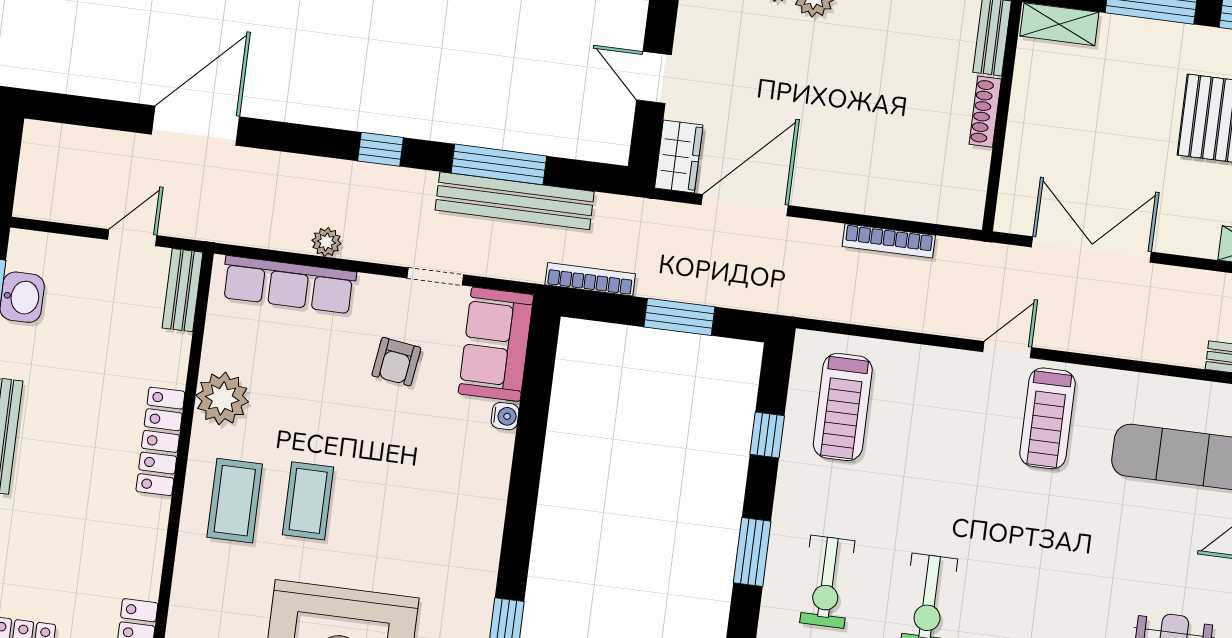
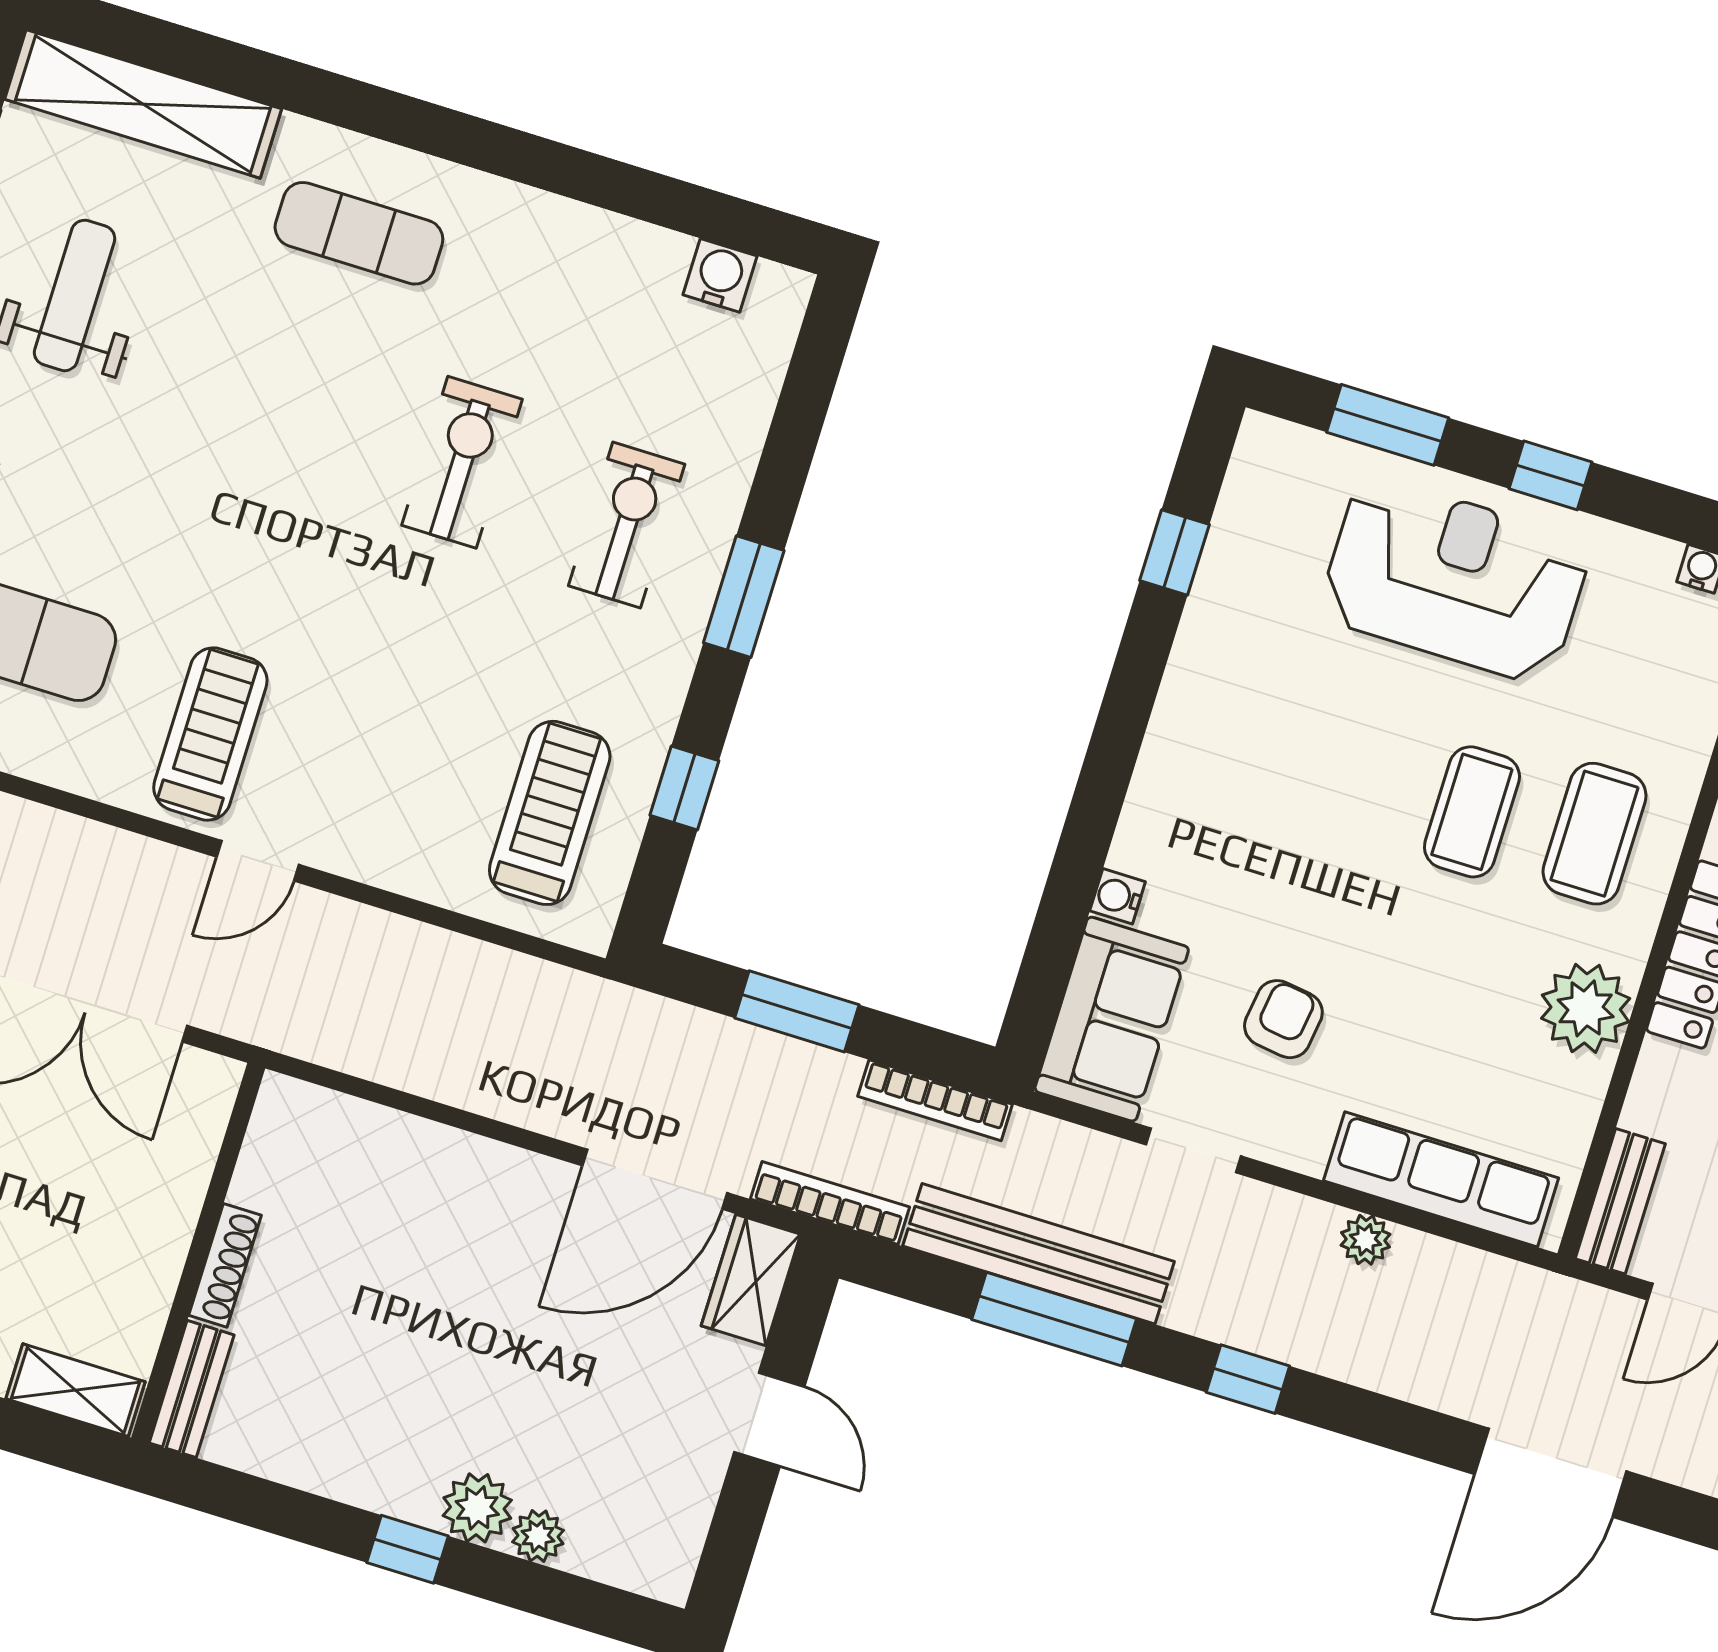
bookcase: (889, 241) -> (830, 1203), moved

